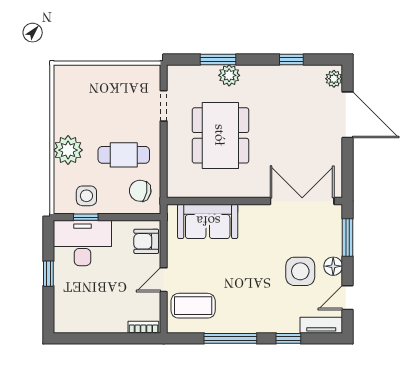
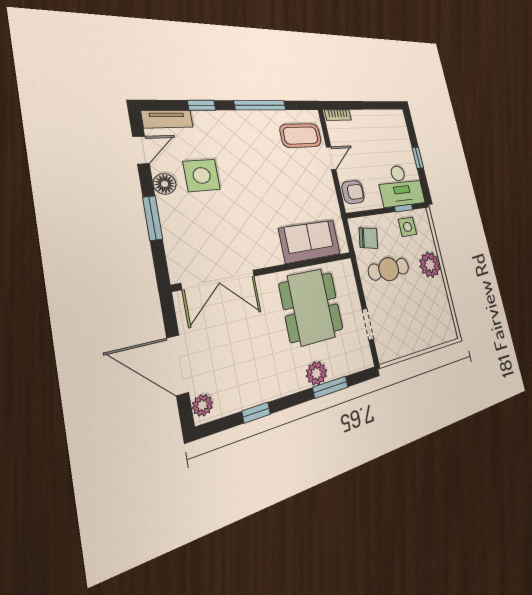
wall: (255, 201) -> (269, 270), moved
double door: (302, 201) -> (219, 280), moved
sofa: (208, 221) -> (310, 241), moved

